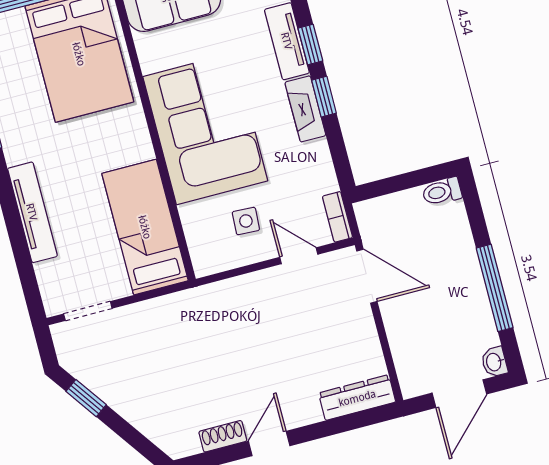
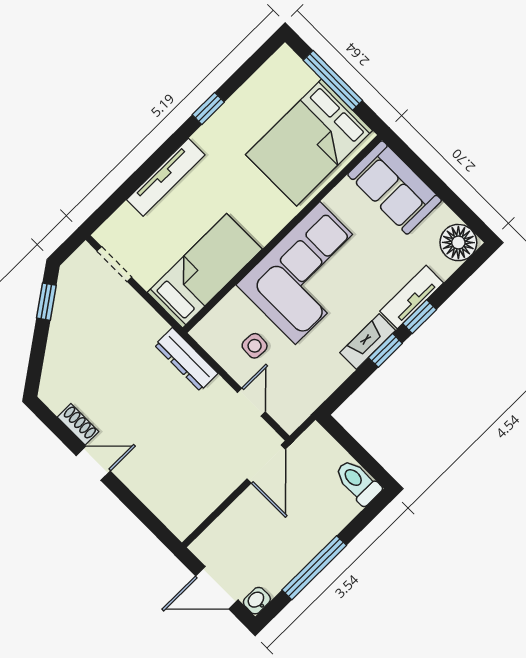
toilet: (442, 192) -> (358, 482), width x1.37, depth x1.39
bookcase: (337, 217) -> (299, 415), removed
dresser: (357, 398) -> (186, 359), moved, turned 180

